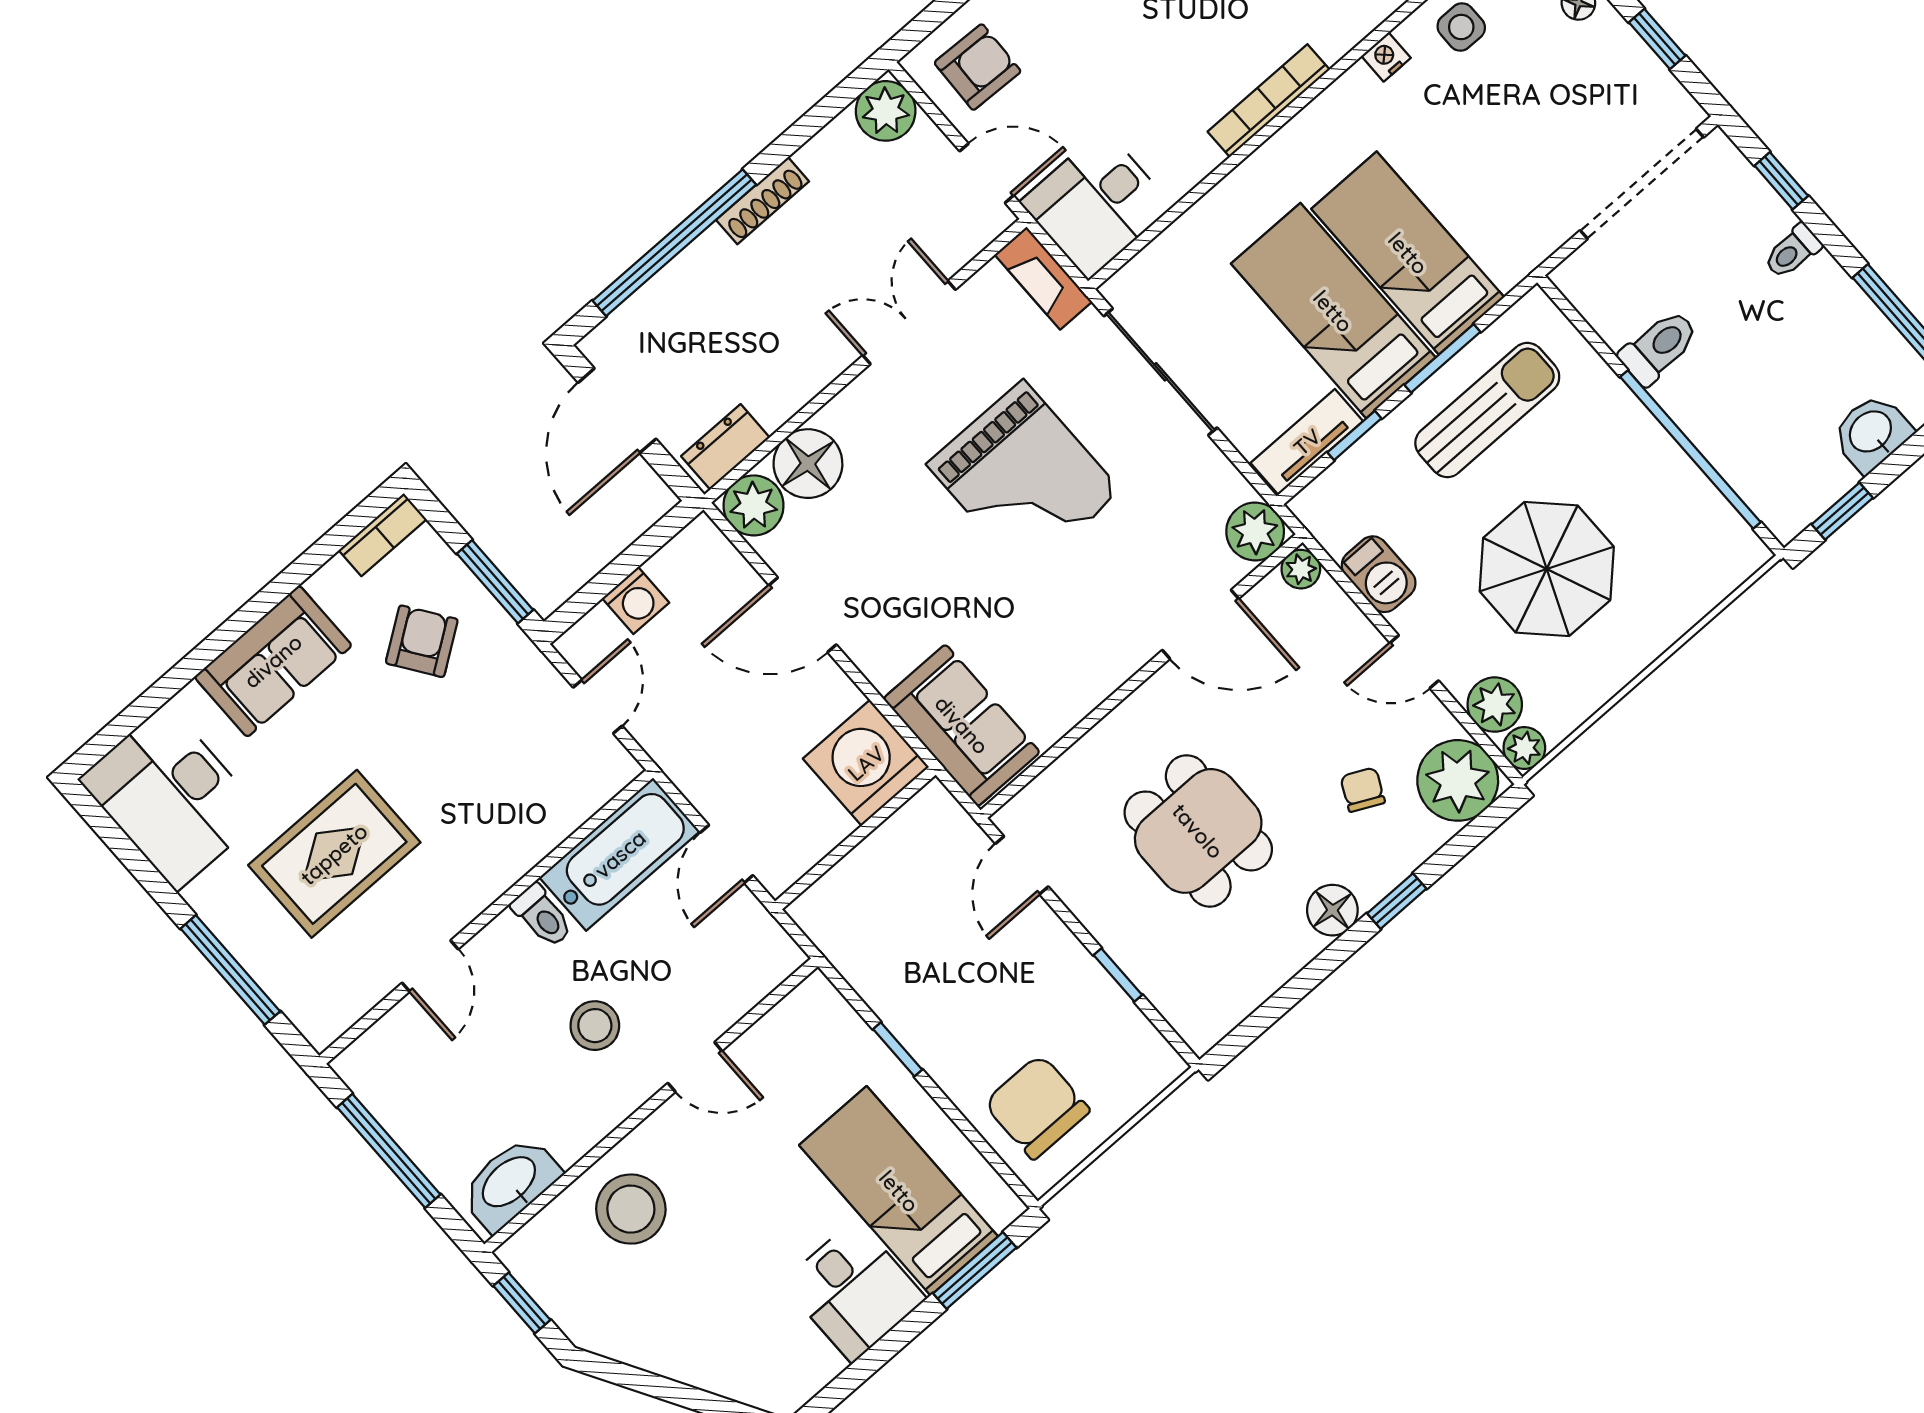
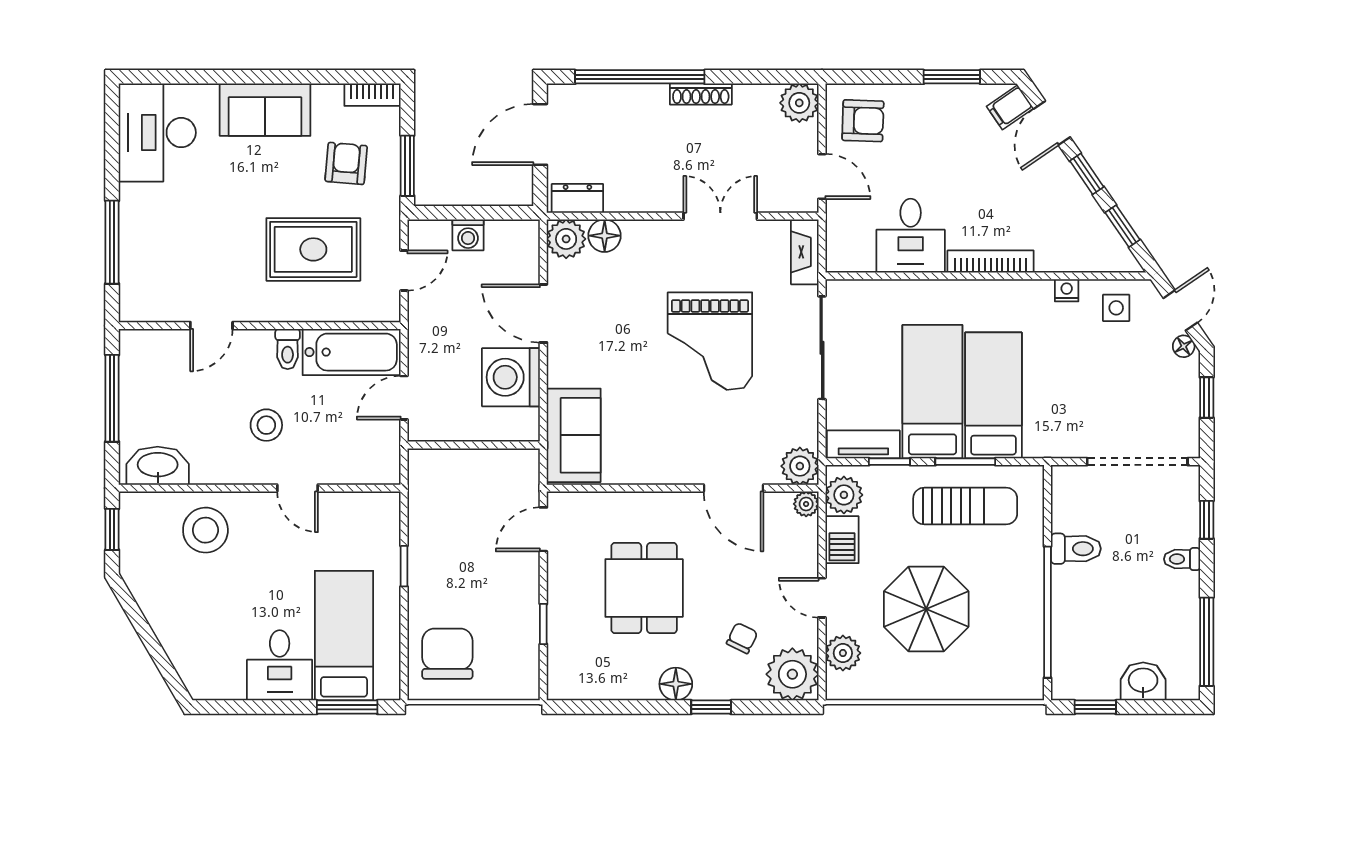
desk: (1096, 204) -> (911, 236), moved, turned -90
floor lamp: (808, 464) -> (605, 236), width x0.73, depth x0.73
armchair: (422, 641) -> (346, 163), turned -50
plant: (1524, 748) -> (844, 495), moved, width x1.38, depth x1.38
washing machine: (866, 763) -> (511, 377), moved, turned -90
rug: (334, 854) -> (313, 249), moved

